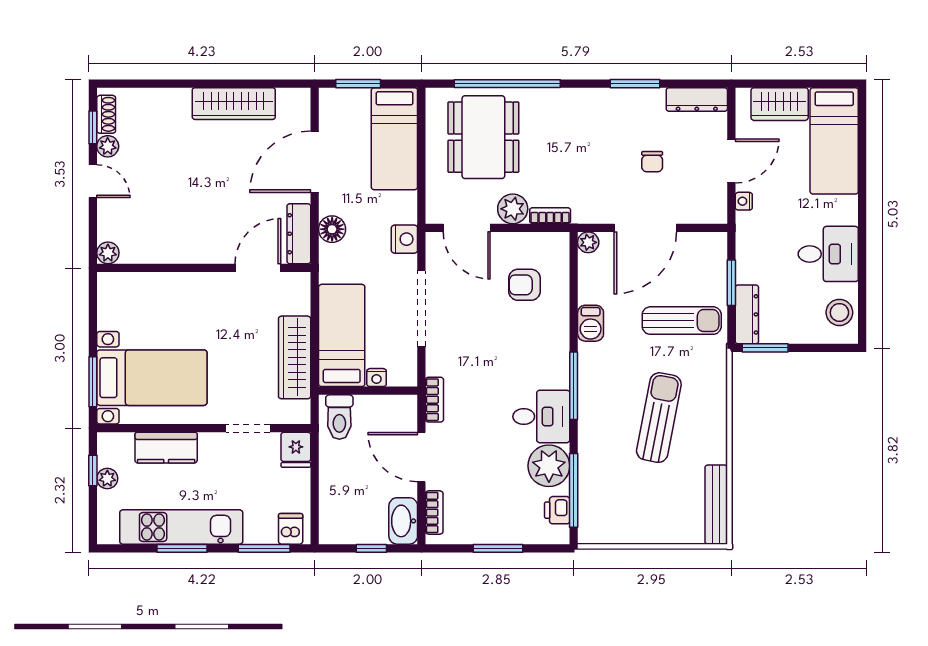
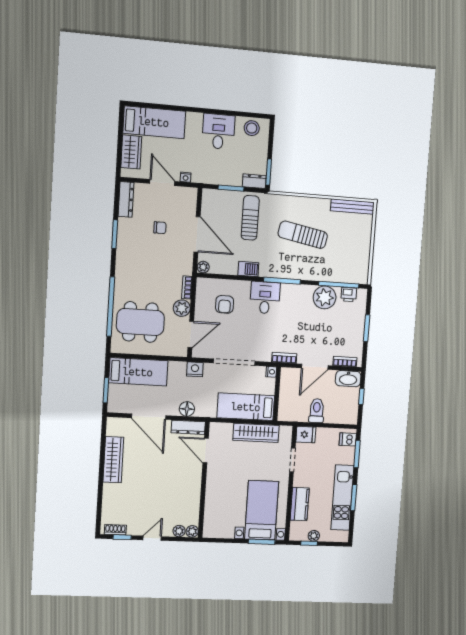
plant: (108, 146) -> (179, 531), moved
dresser: (747, 314) -> (254, 181), width x0.70
nightstand: (377, 378) -> (271, 372), moved
desk: (541, 416) -> (265, 298), moved
toilet: (339, 417) -> (317, 411), moved, turned -90

